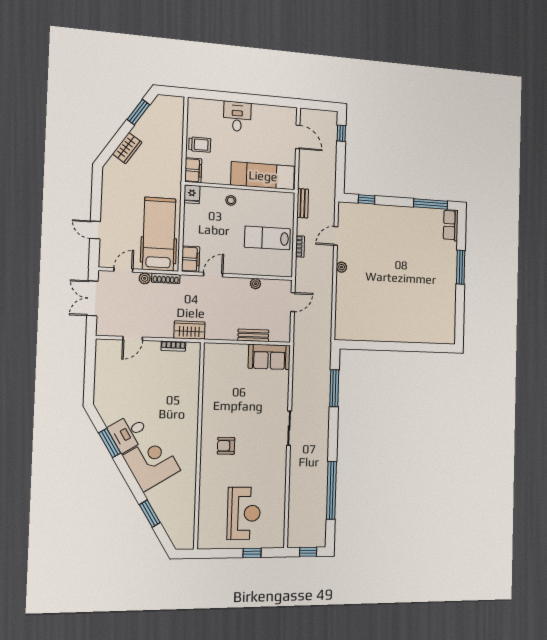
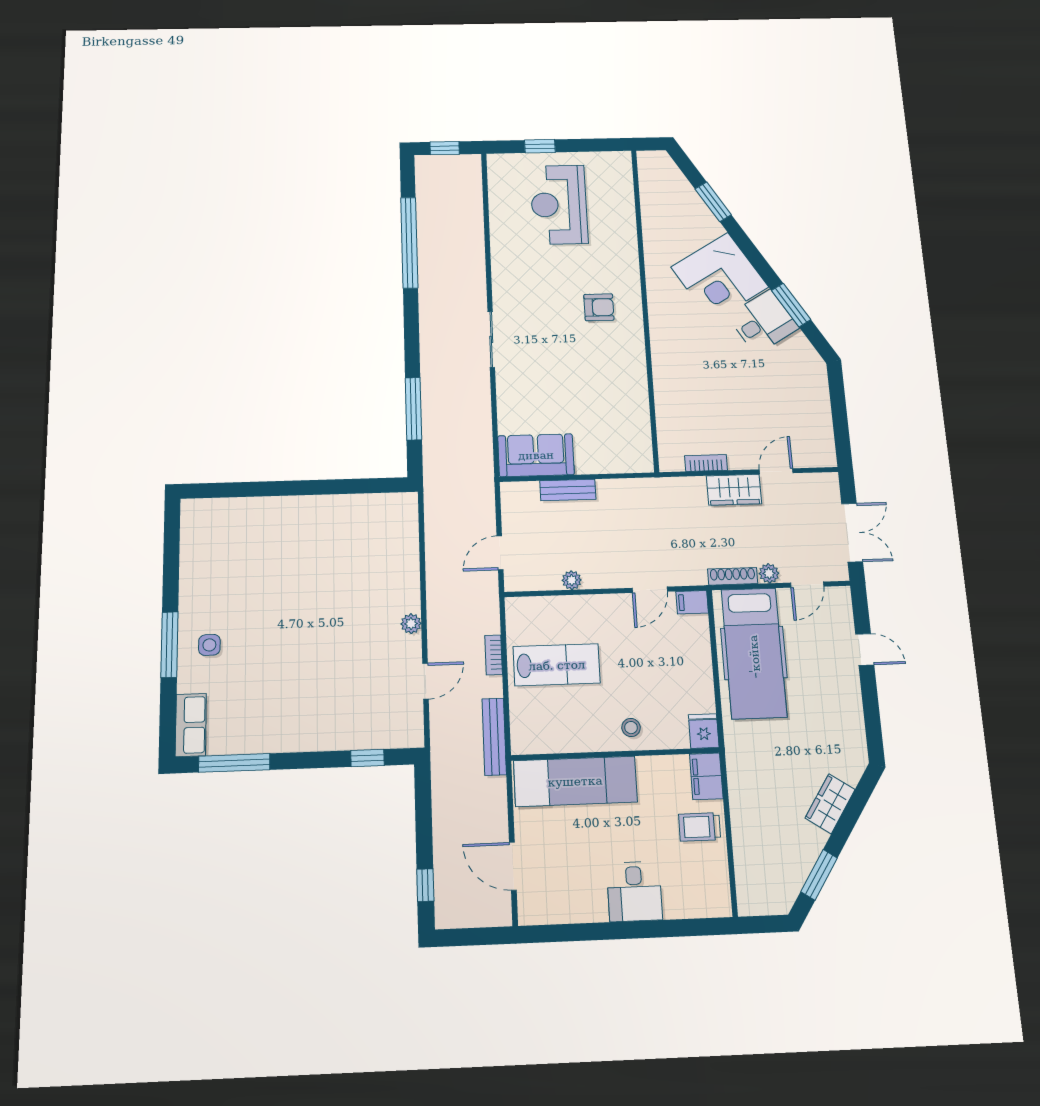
bench: (303, 203) -> (494, 737), width x1.36
filing cabinet: (191, 259) -> (692, 602), width x0.50
side table: (442, 265) -> (209, 645), added
wardrobe: (189, 330) -> (734, 490), moved

